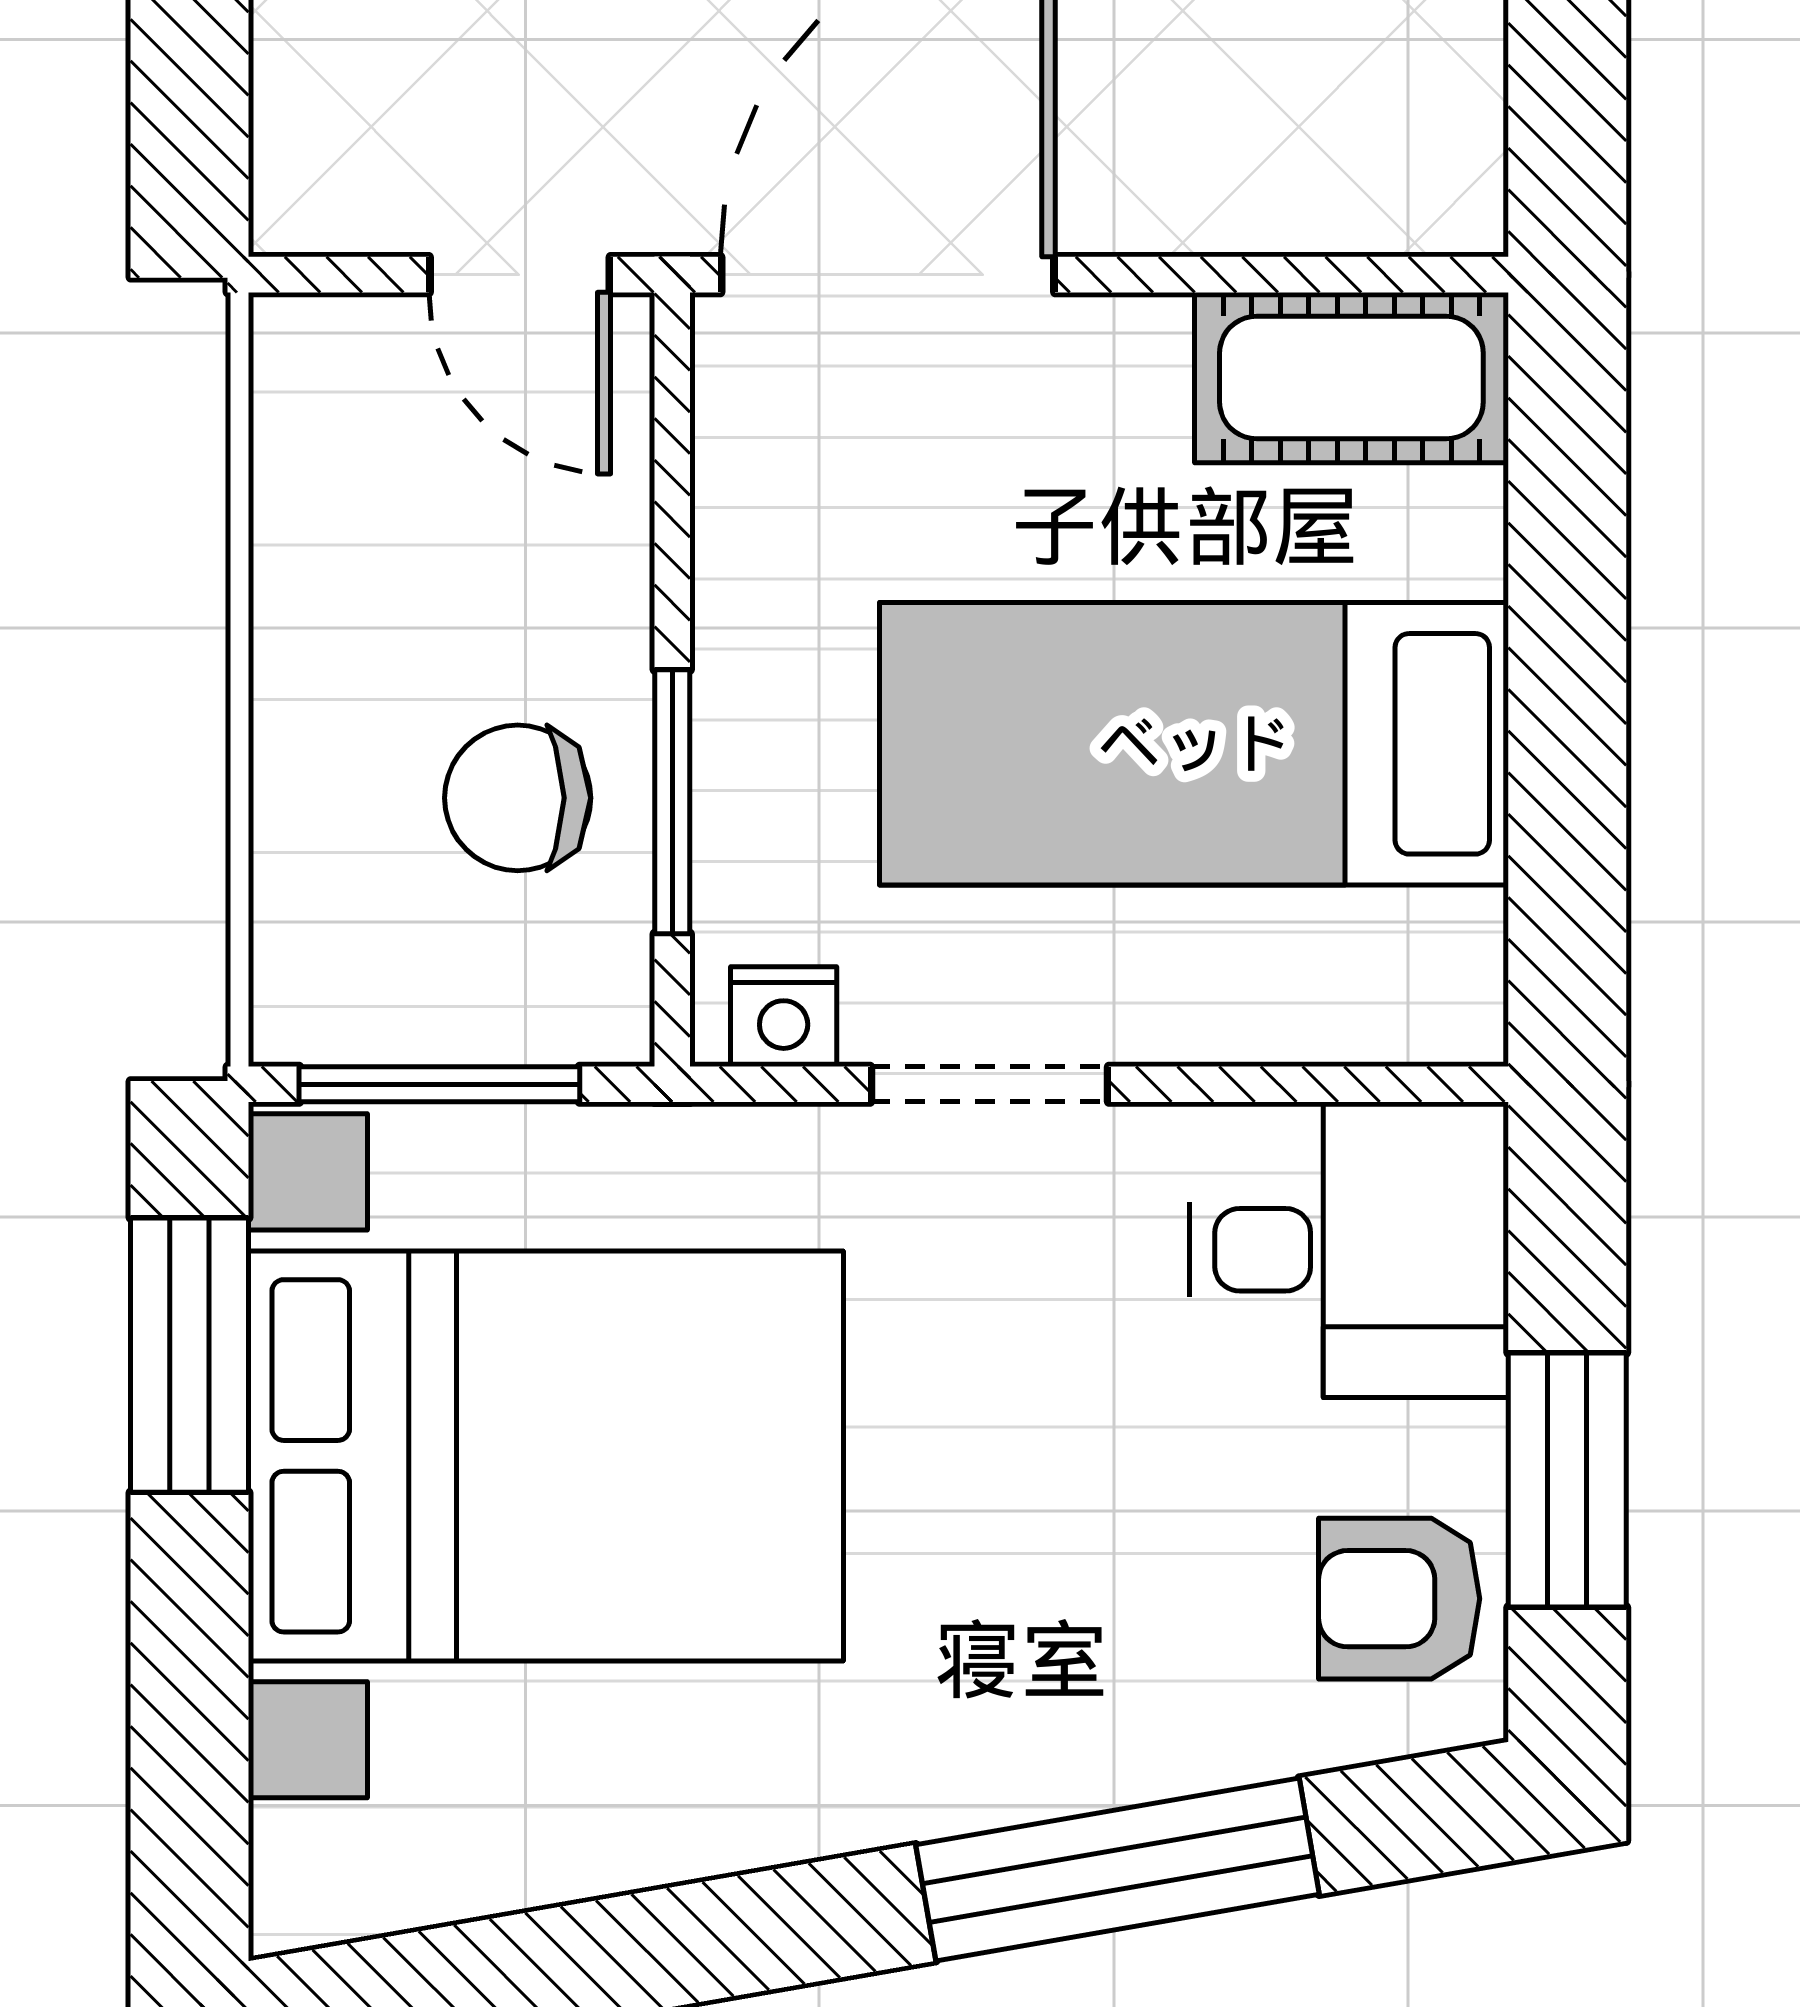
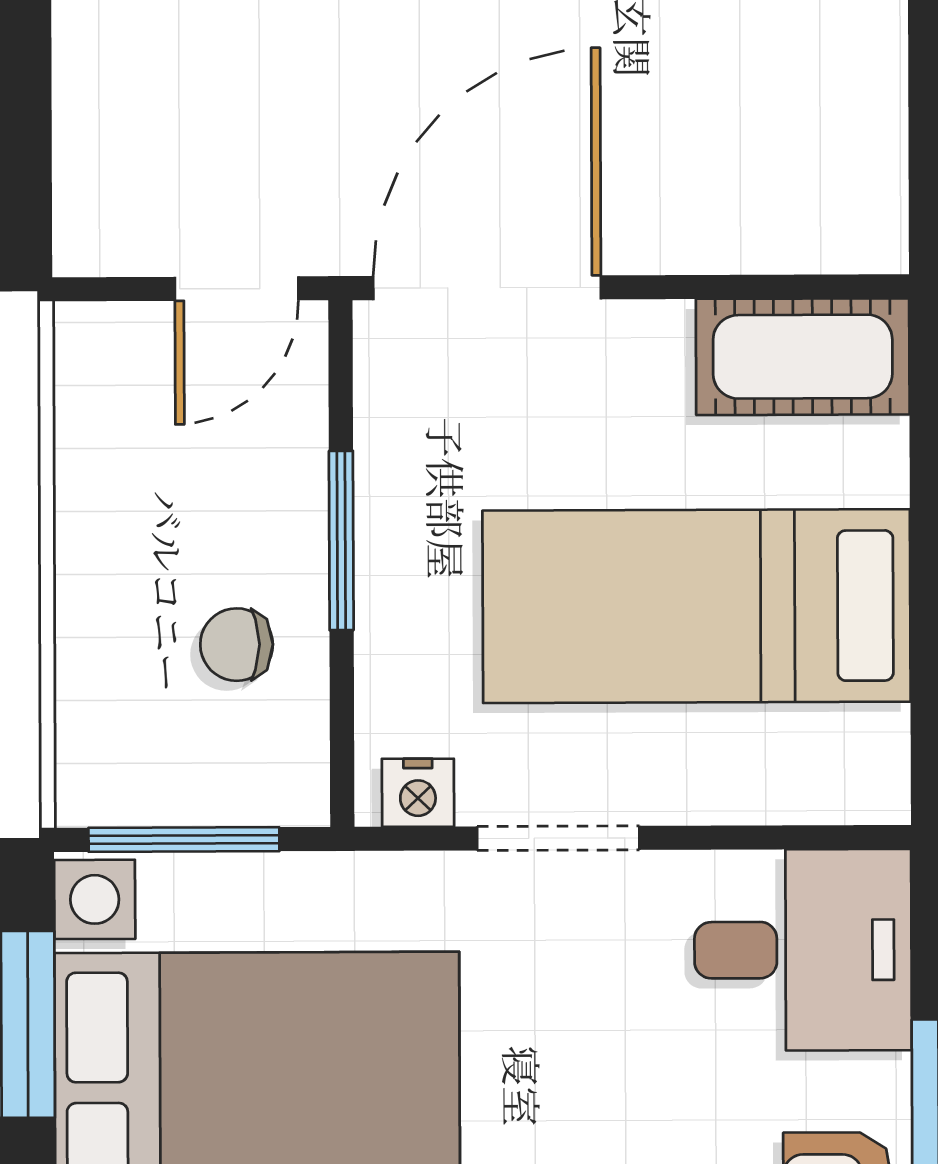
door: (520, 275) -> (237, 289), hinge flipped
chair: (518, 798) -> (237, 645), width x0.73, depth x0.73
window: (672, 802) -> (341, 541), moved

